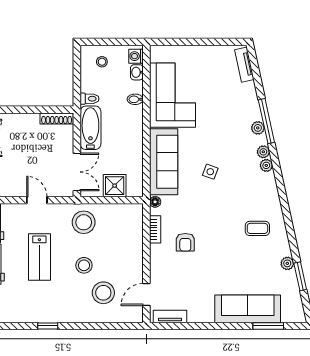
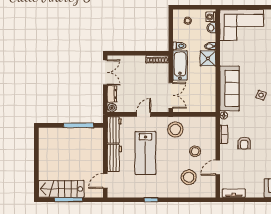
corner sofa: (172, 95) -> (242, 25), moved, turned 90
shower: (115, 186) -> (208, 58), moved
door: (37, 200) -> (144, 114), hinge flipped
lab bench: (39, 257) -> (145, 153), width x1.36, depth x1.39
stool: (84, 265) -> (195, 151), moved
door: (146, 295) -> (218, 167), moved

